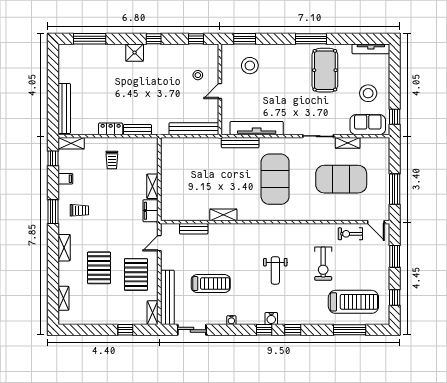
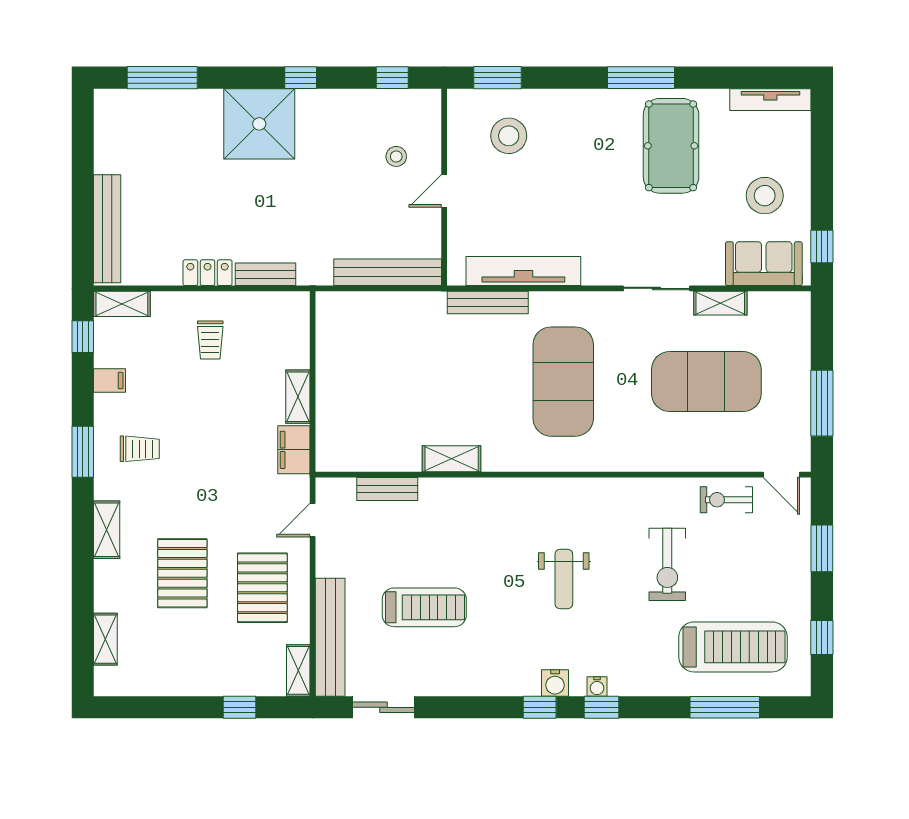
shower: (135, 53) -> (259, 124), width x1.86, depth x1.86
water cooler: (231, 320) -> (597, 686), moved

